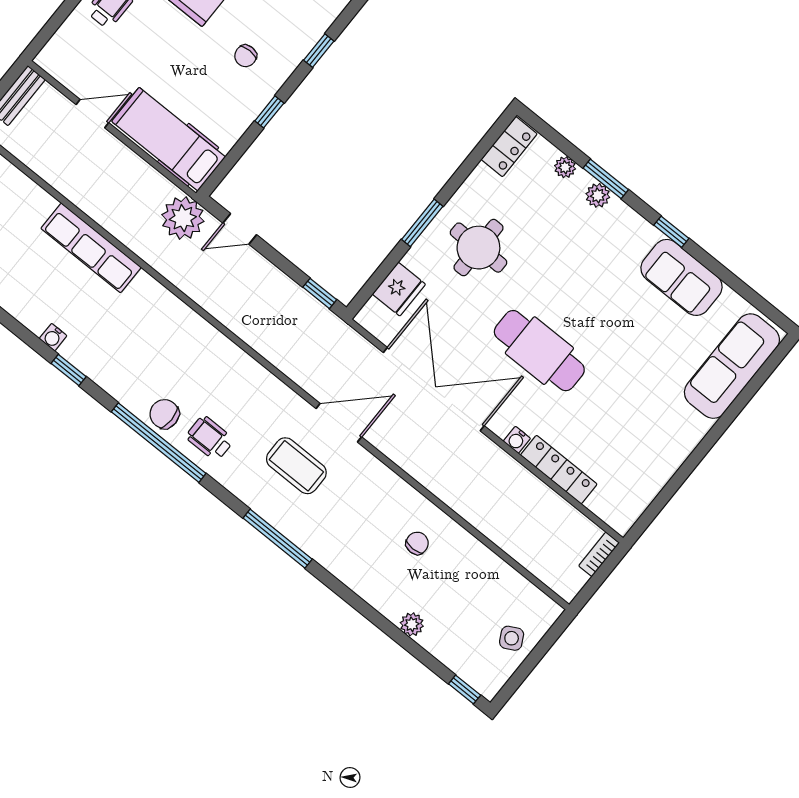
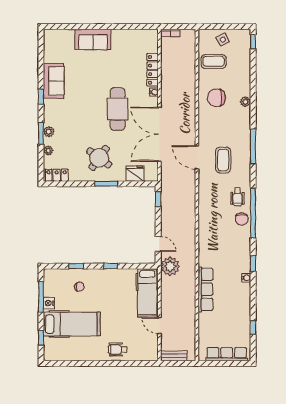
chair: (246, 56) -> (79, 287), moved
round table: (478, 248) -> (99, 158), turned 36
sofa: (732, 366) -> (93, 39), moved, width x0.73
chair: (417, 543) -> (216, 98), width x1.87, depth x1.87
coffee table: (486, 591) -> (214, 61), added
plant: (412, 624) -> (245, 102), moved

